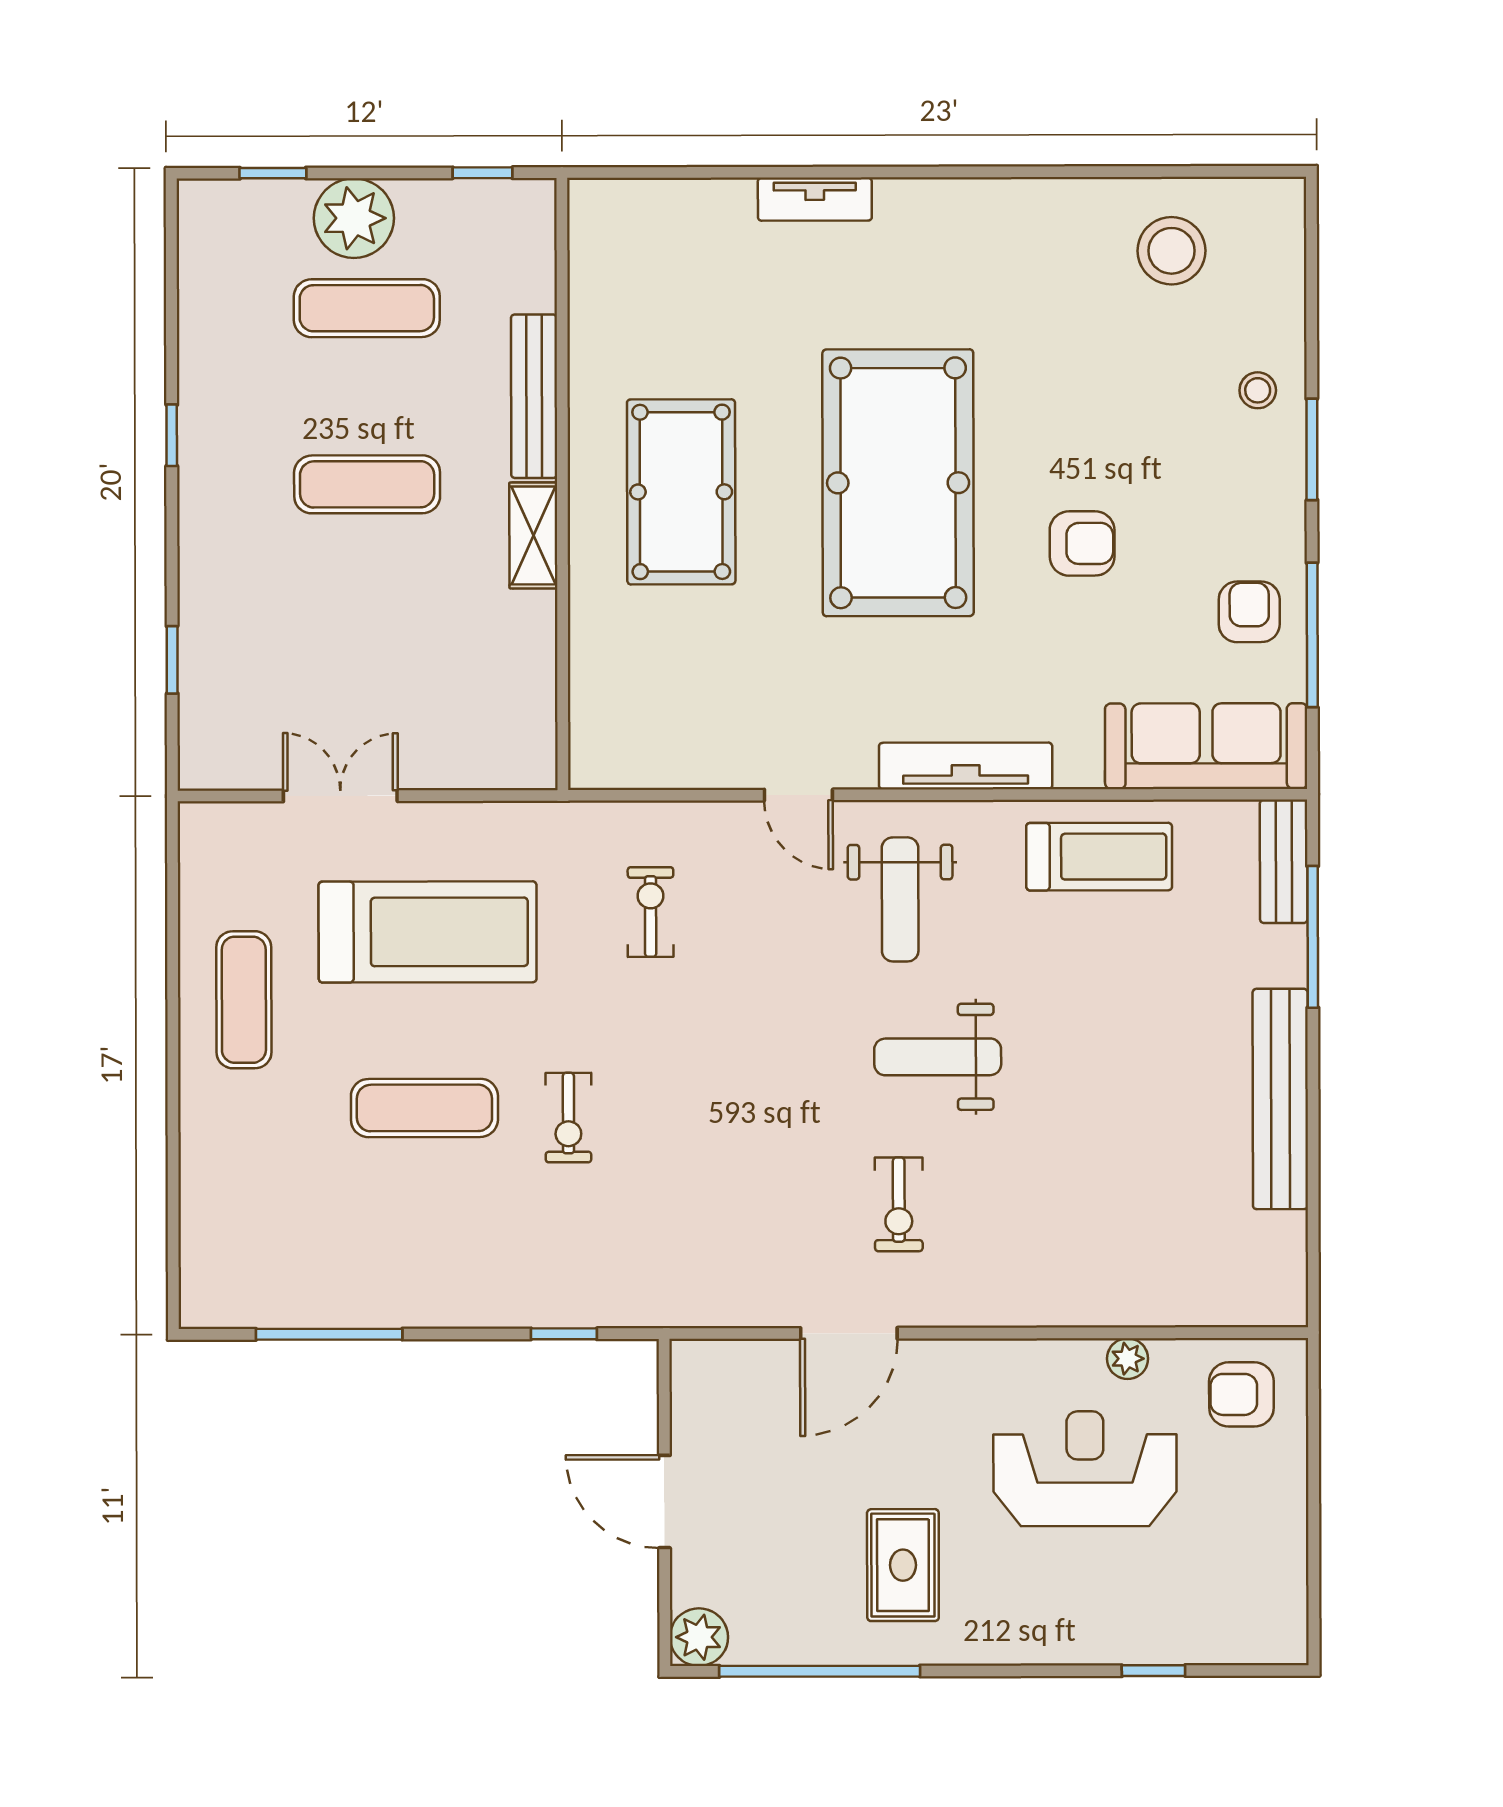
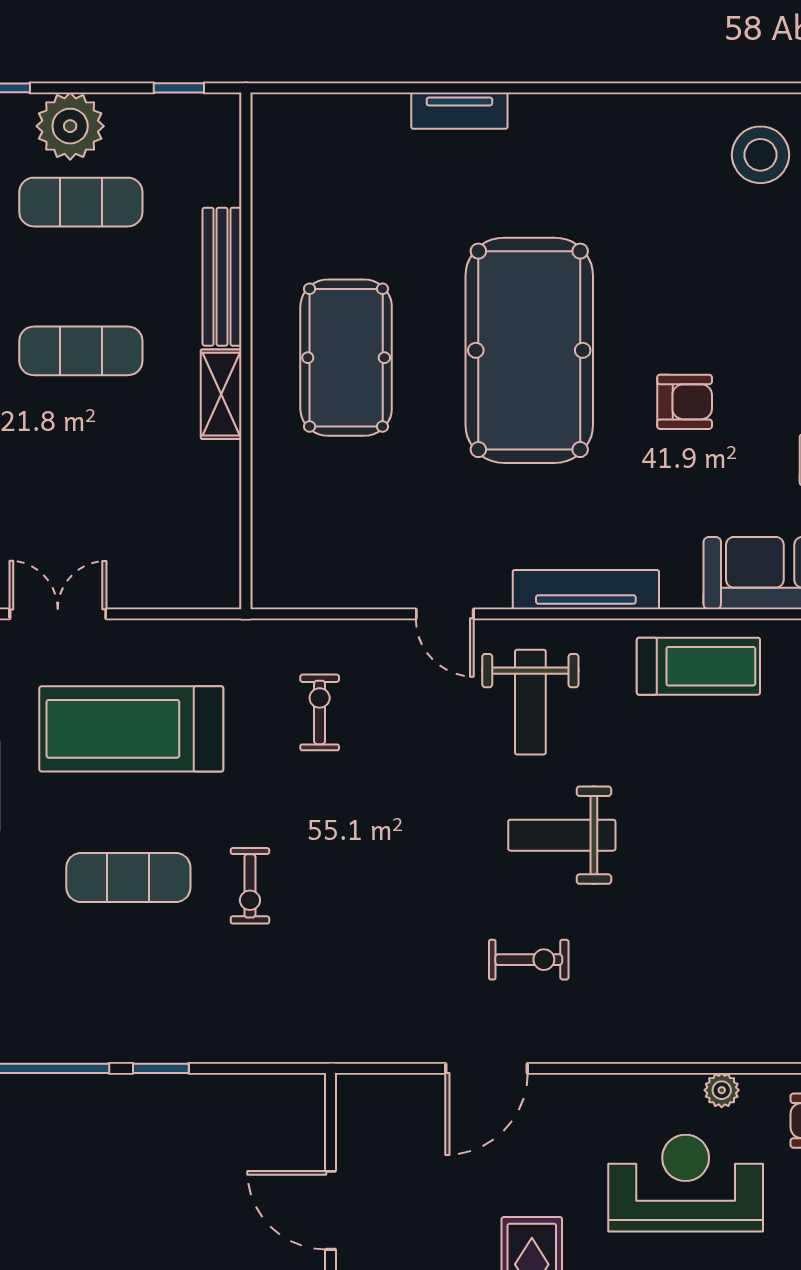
treadmill: (428, 932) -> (131, 729), turned 180
exercise bike: (899, 1204) -> (529, 960), turned -90
window: (564, 1334) -> (161, 1068), moved

